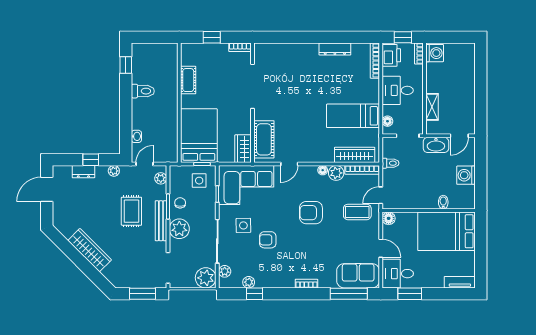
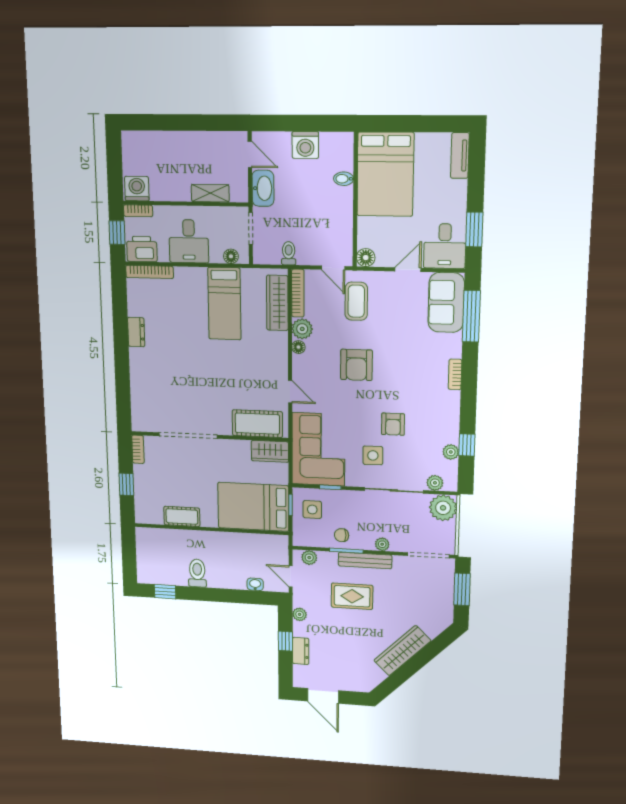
dresser: (335, 49) -> (136, 332), width x0.70
plant: (179, 229) -> (382, 544), width x0.53, depth x0.53

